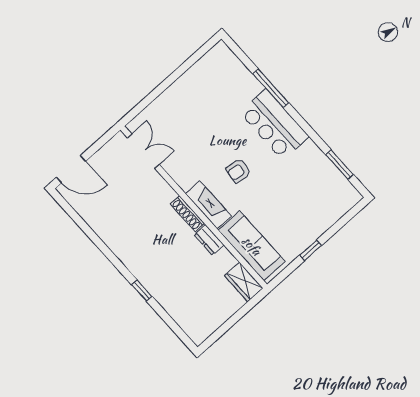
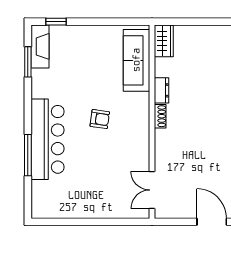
bar counter: (274, 124) -> (48, 139), width x1.36
fireplace: (208, 205) -> (40, 46), moved, turned 180
shoe rack: (187, 213) -> (160, 116), width x0.70
window: (311, 250) -> (56, 22), moved

